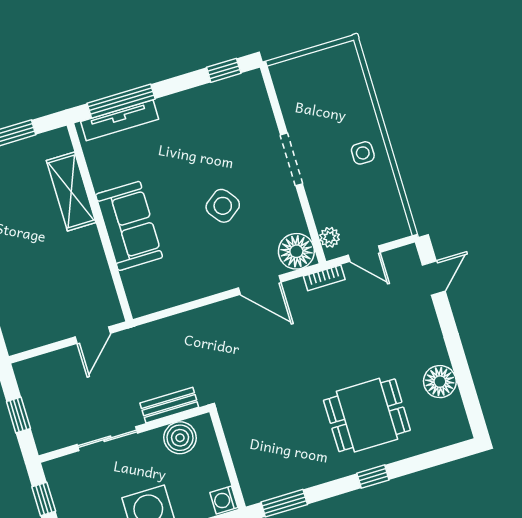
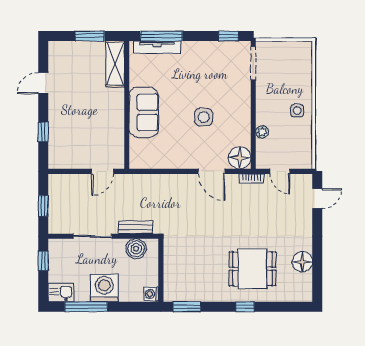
doorway: (292, 159) -> (253, 63), moved
shelving: (71, 192) -> (115, 64), moved
side table: (223, 206) -> (204, 117), turned 37
plant: (330, 237) -> (262, 132), moved

